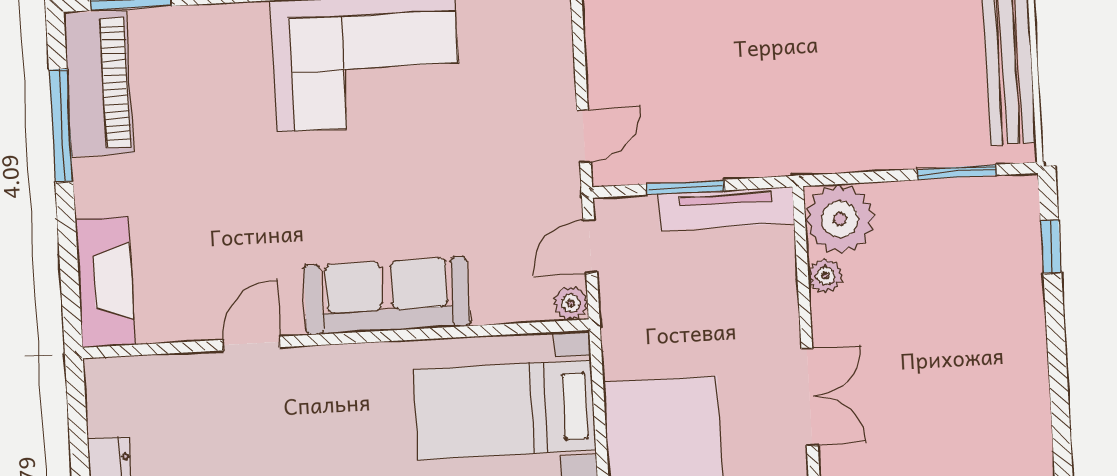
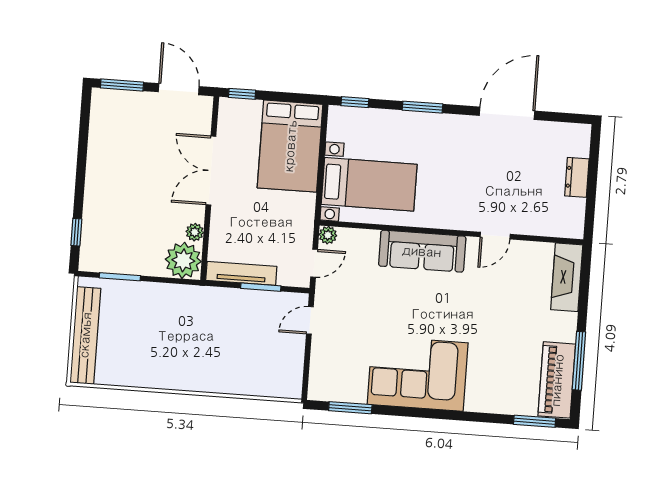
double door: (810, 397) -> (211, 171), width x1.37

